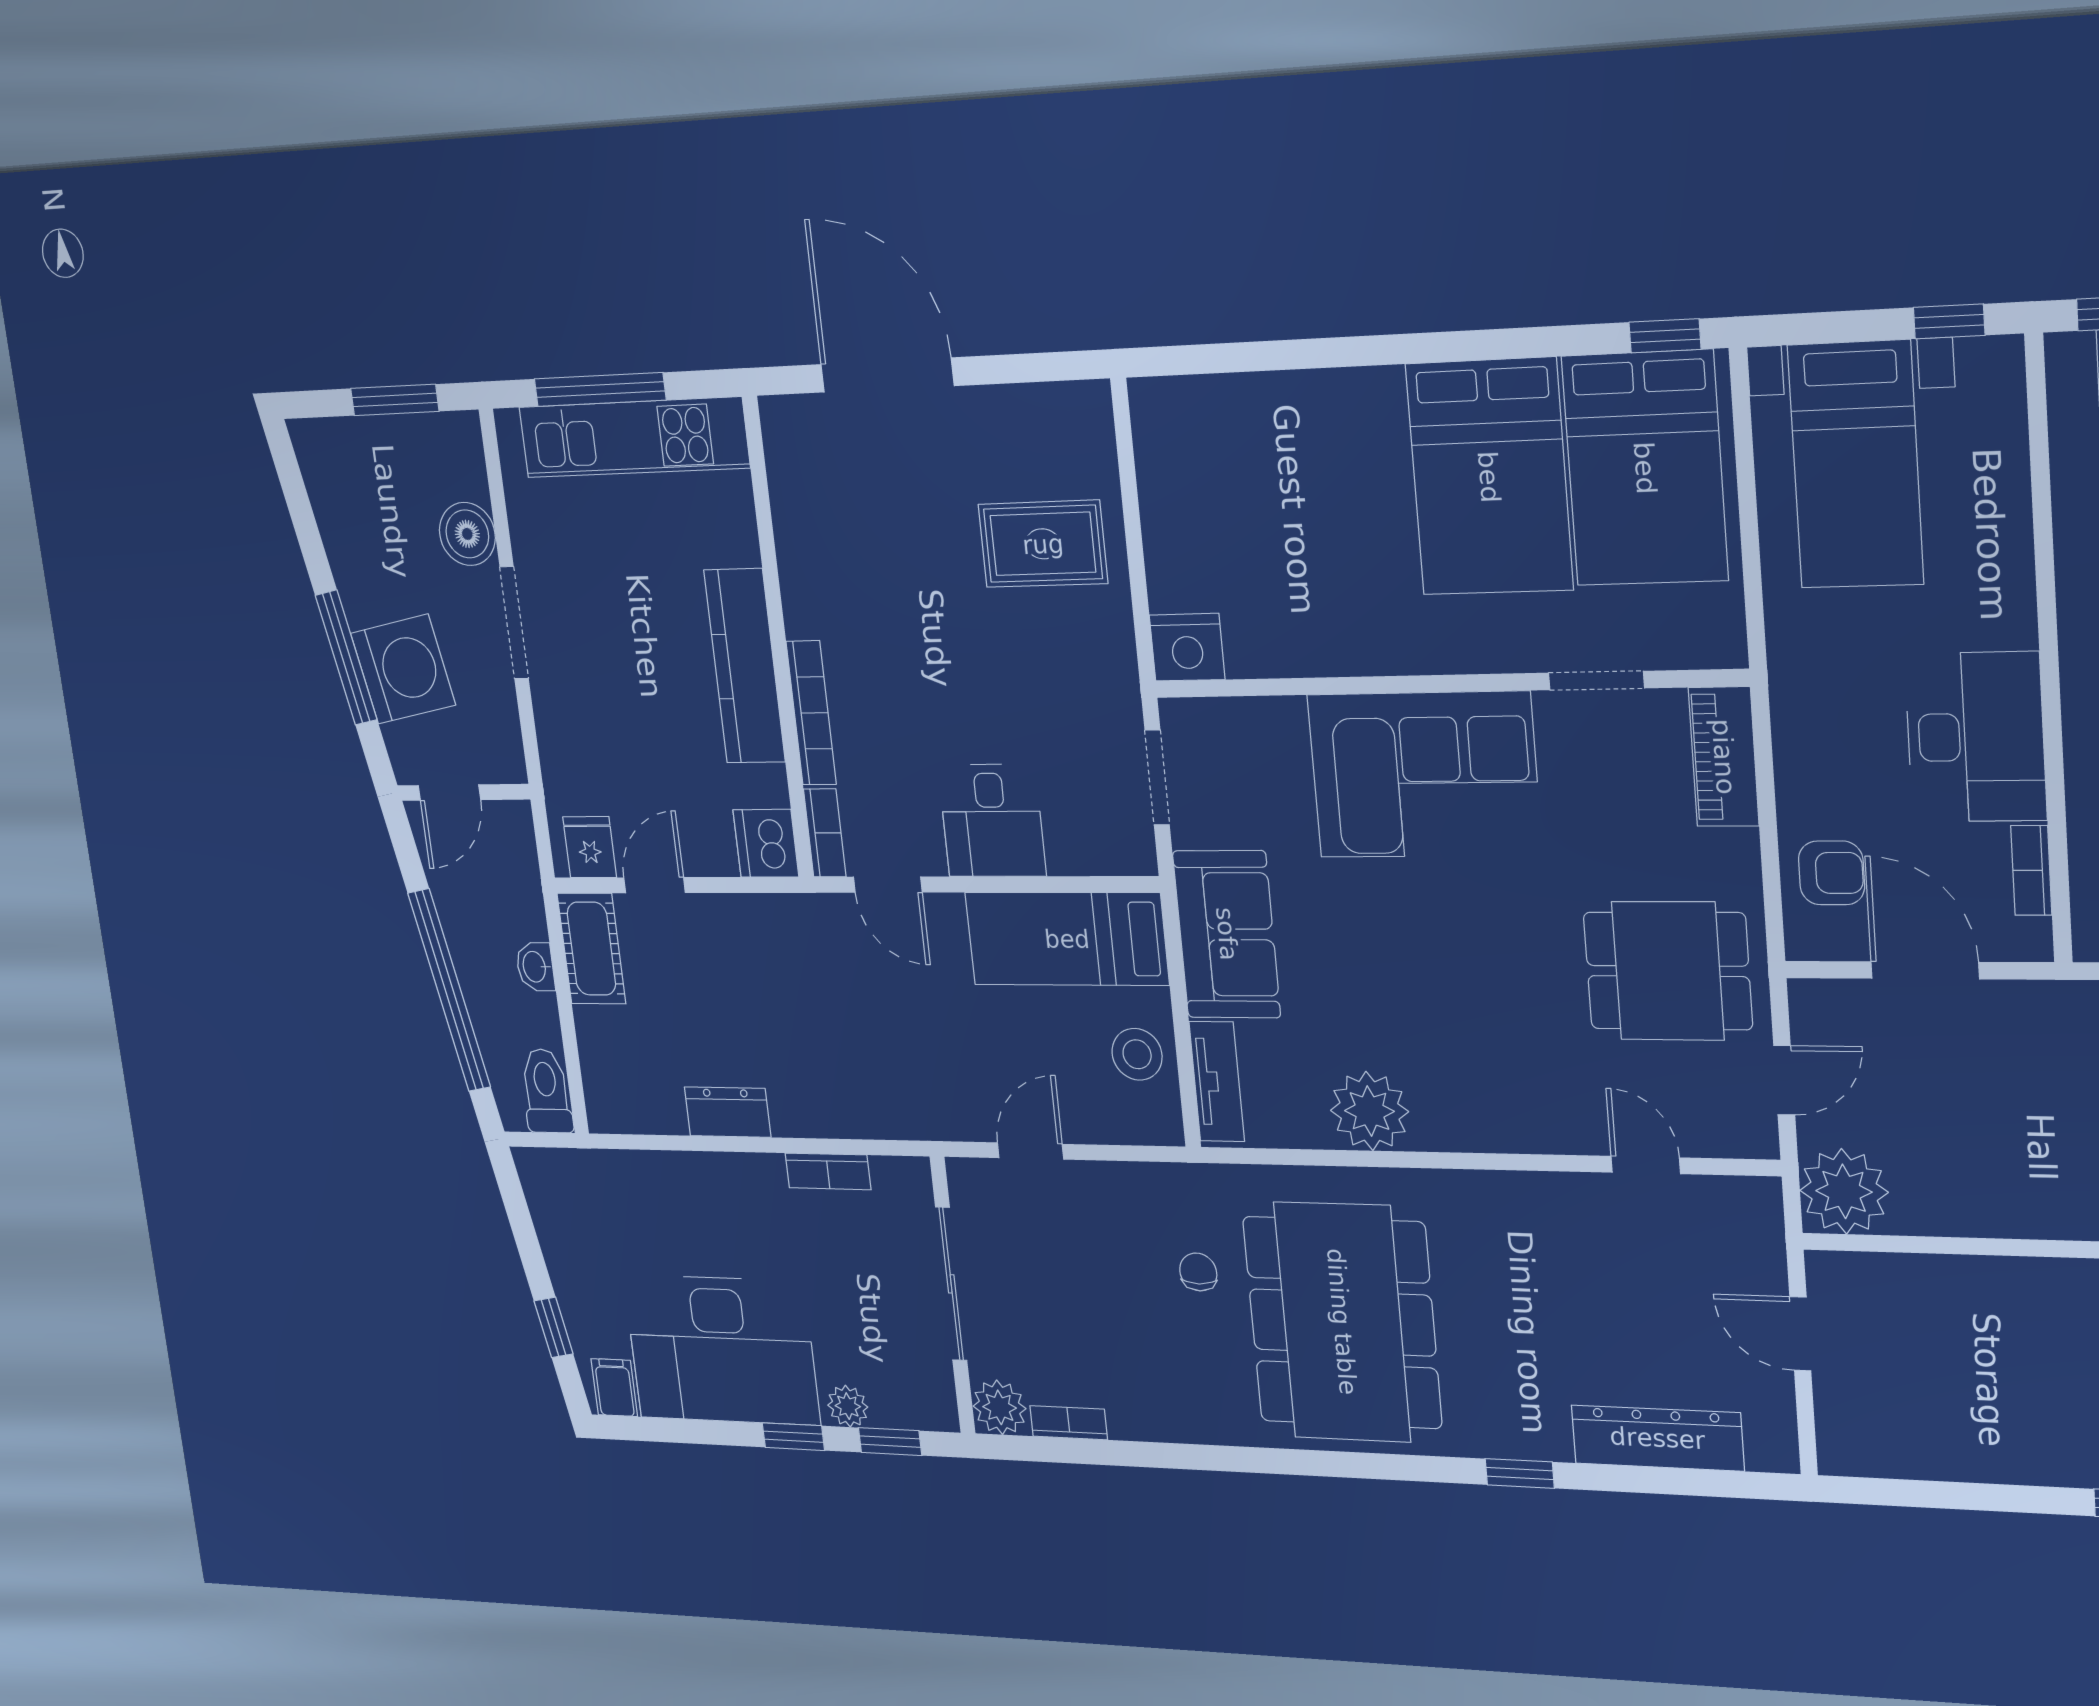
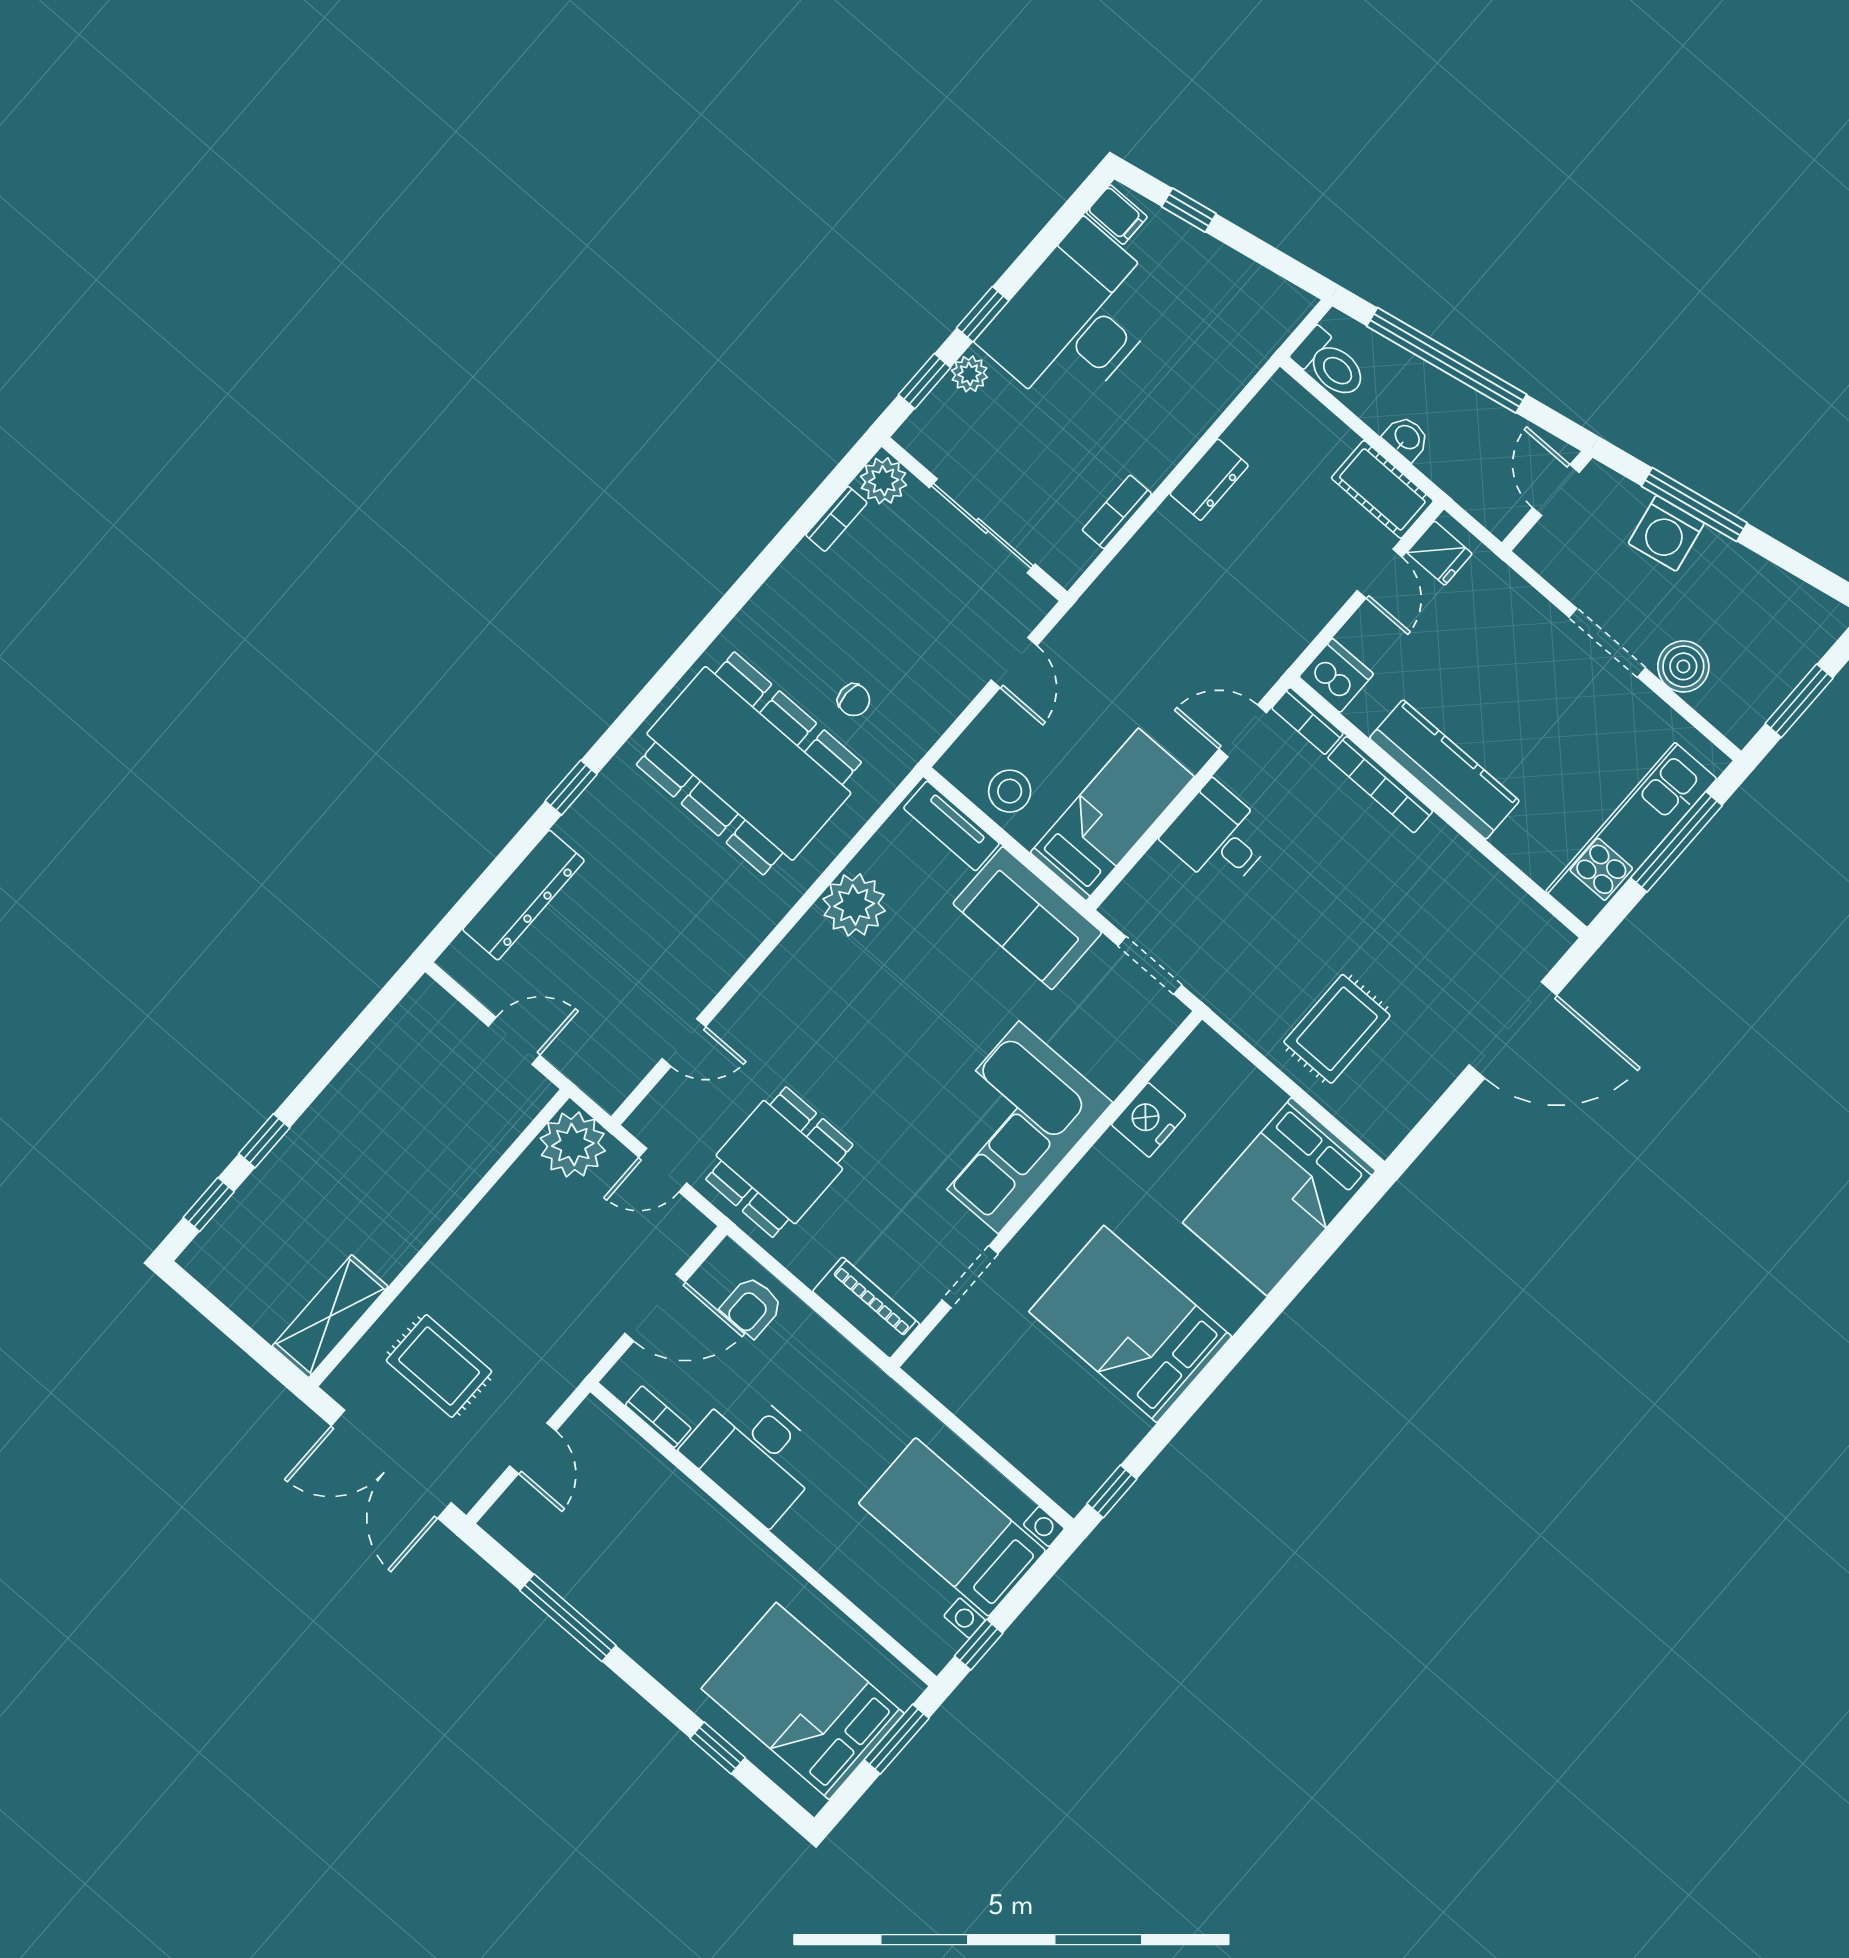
bed: (1645, 468) -> (1279, 1197), moved, turned -90
nightstand: (1187, 647) -> (1149, 1120), moved
washing machine: (403, 669) -> (1666, 533), width x0.73, depth x0.73
door: (1784, 1080) -> (663, 1170), hinge flipped

